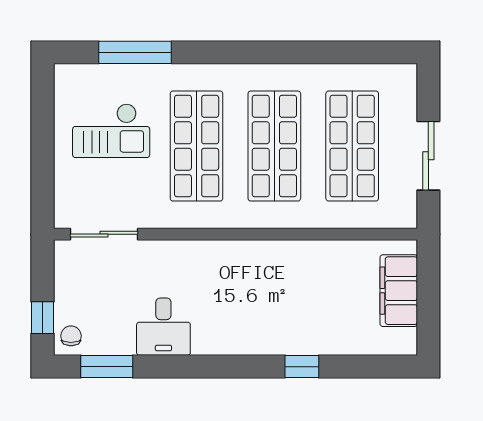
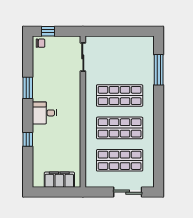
checkout: (111, 131) -> (126, 60), removed
sliding door: (428, 156) -> (128, 192), moved
desk: (163, 327) -> (44, 113), moved
window: (107, 367) -> (28, 88), moved

